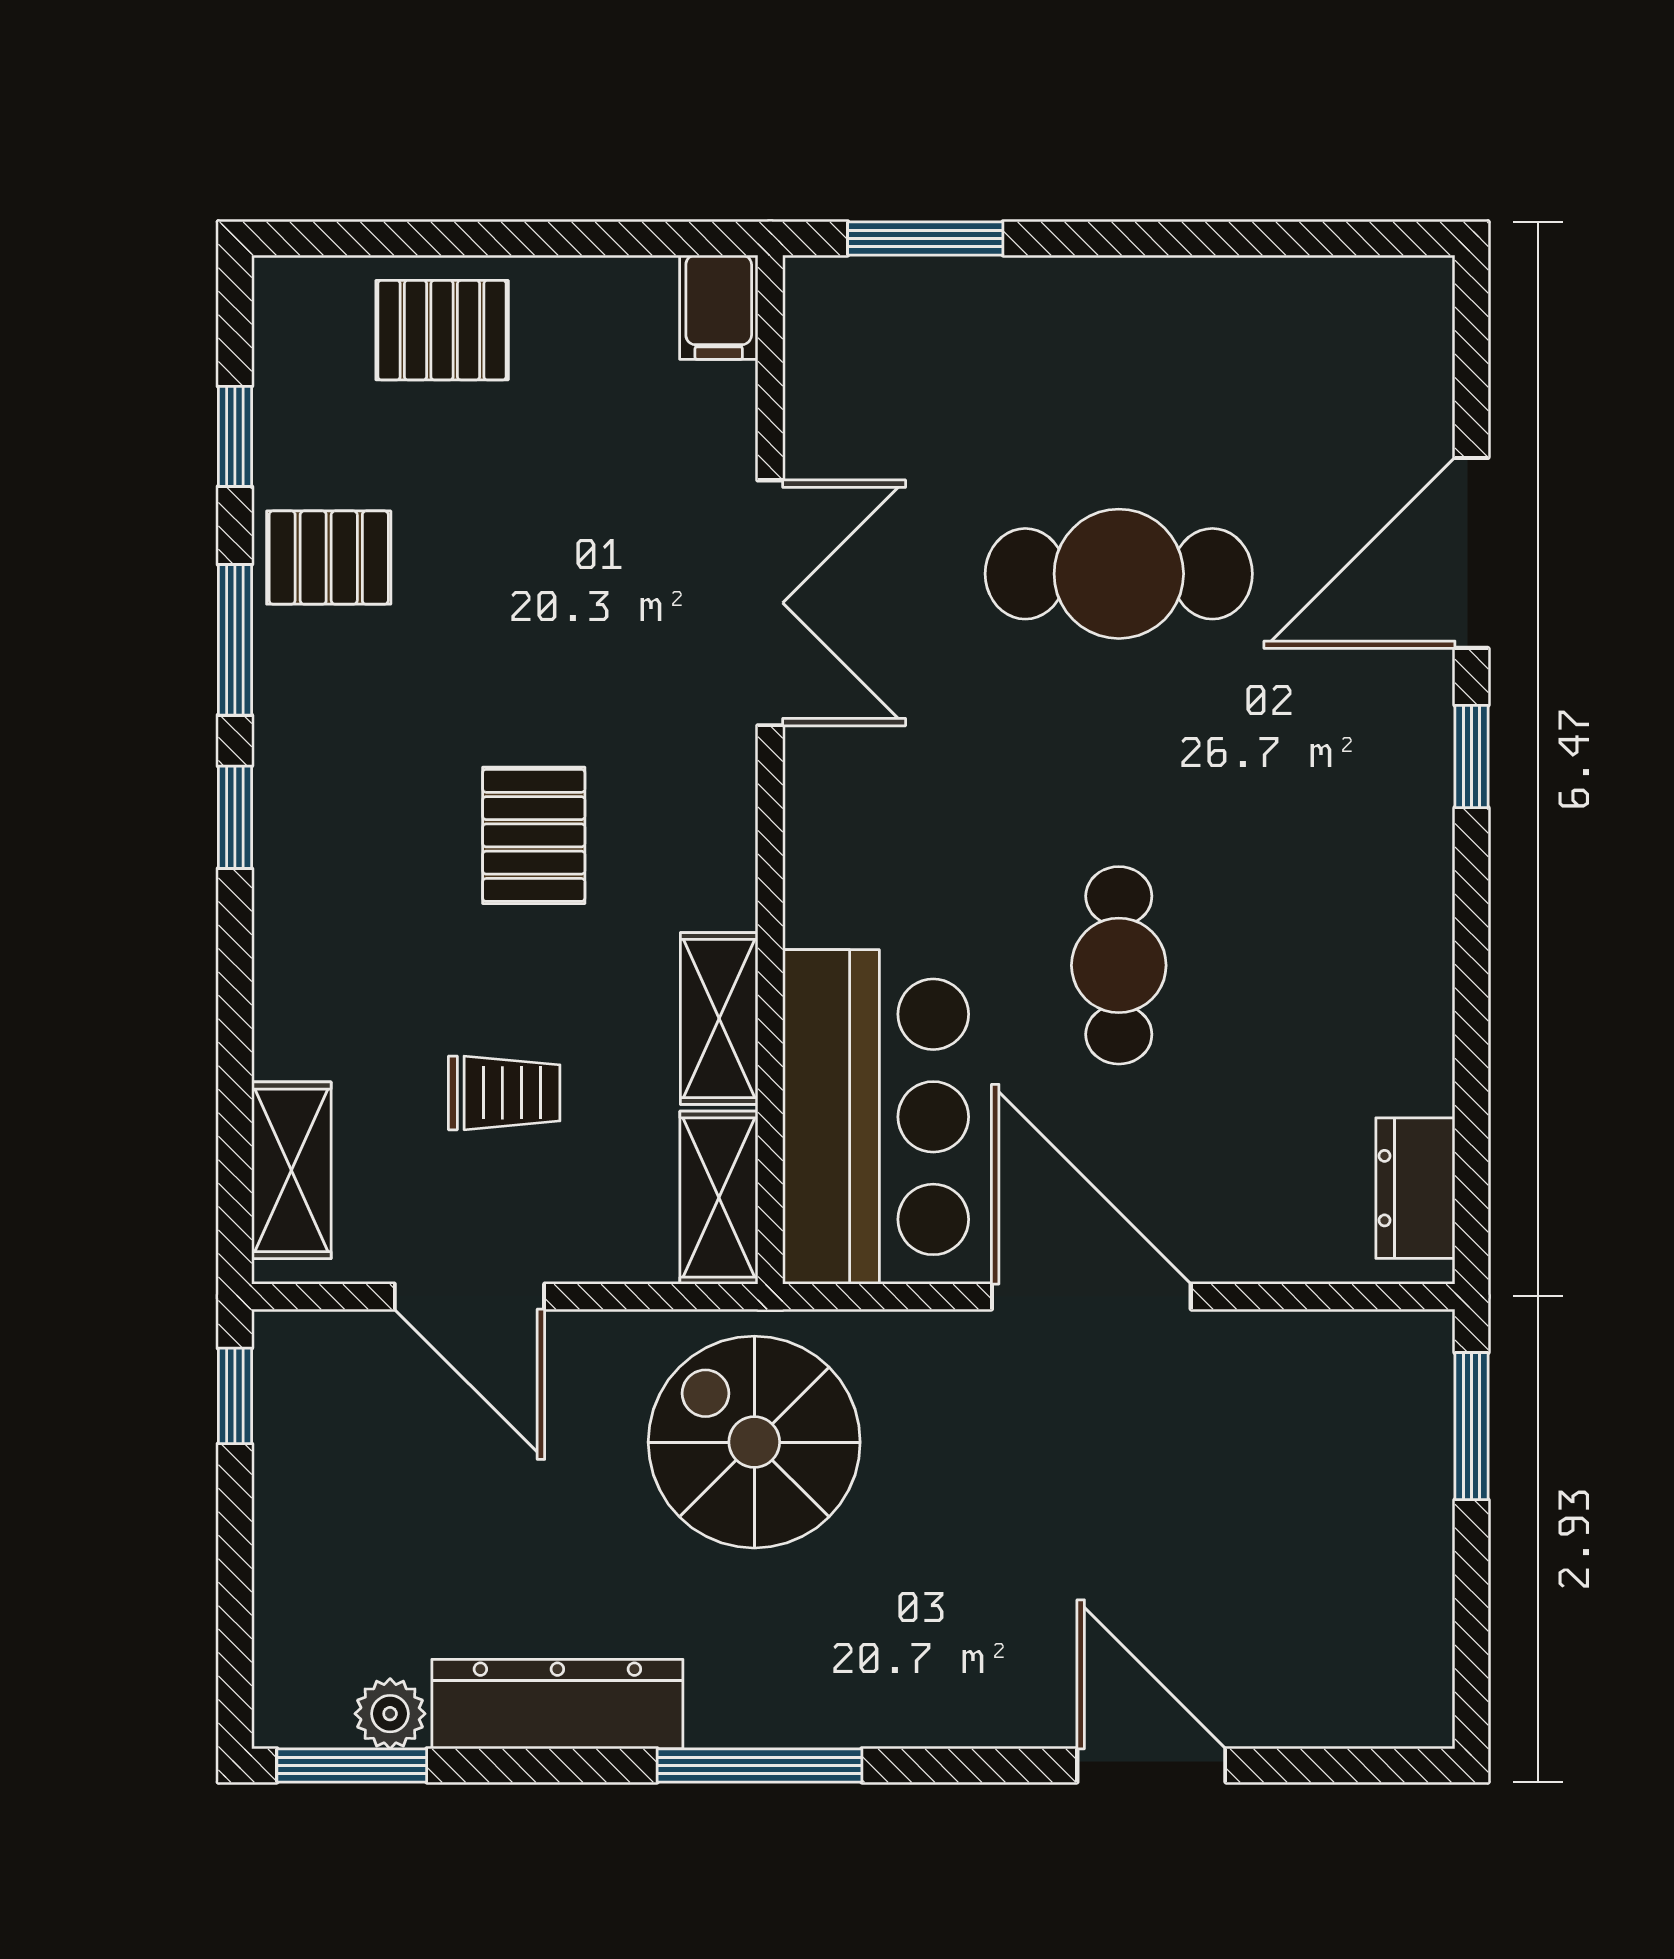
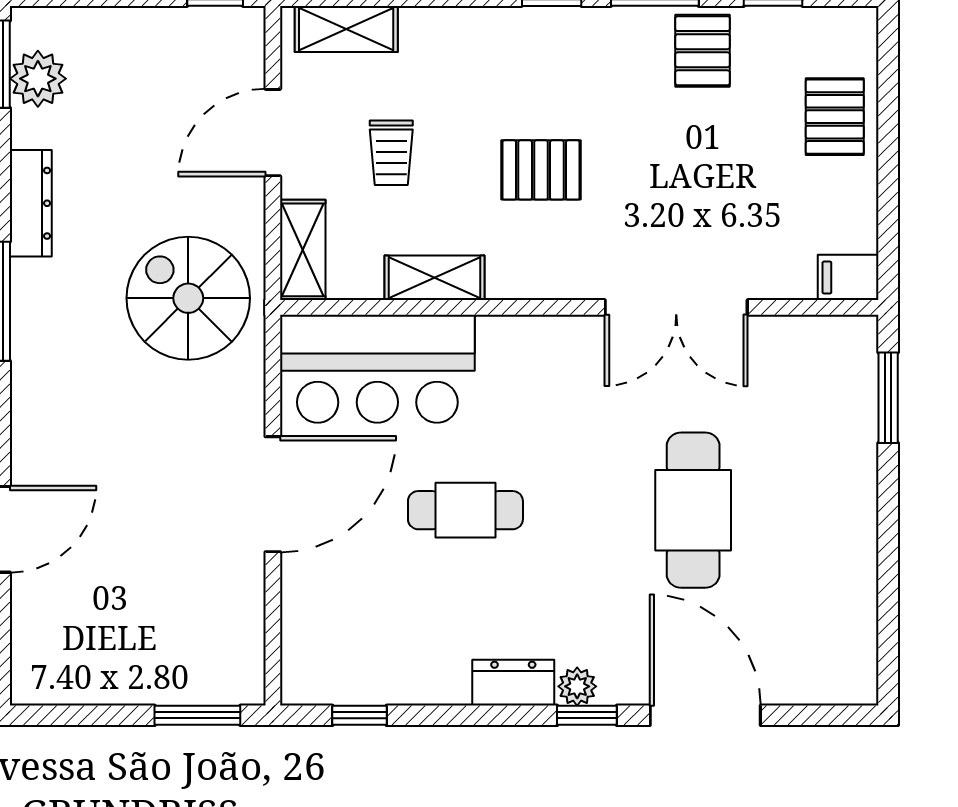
plant: (1422, 773) -> (577, 686), added
window: (1471, 1147) -> (360, 715), added
dresser: (1415, 1188) -> (513, 683), moved
shelving: (719, 1198) -> (303, 250), moved, turned 90
spiral stairs: (754, 1442) -> (188, 298), turned -90
dresser: (557, 1704) -> (31, 203), width x0.73, depth x0.80
plant: (390, 1714) -> (38, 79), width x1.38, depth x1.38

